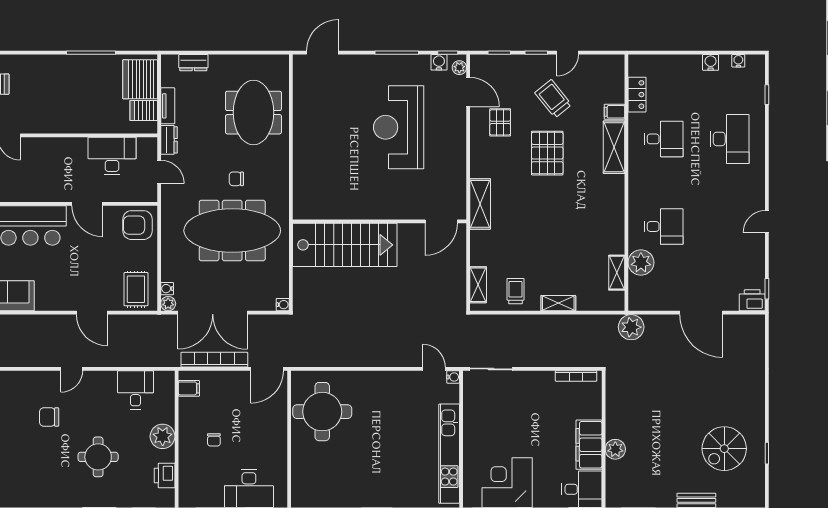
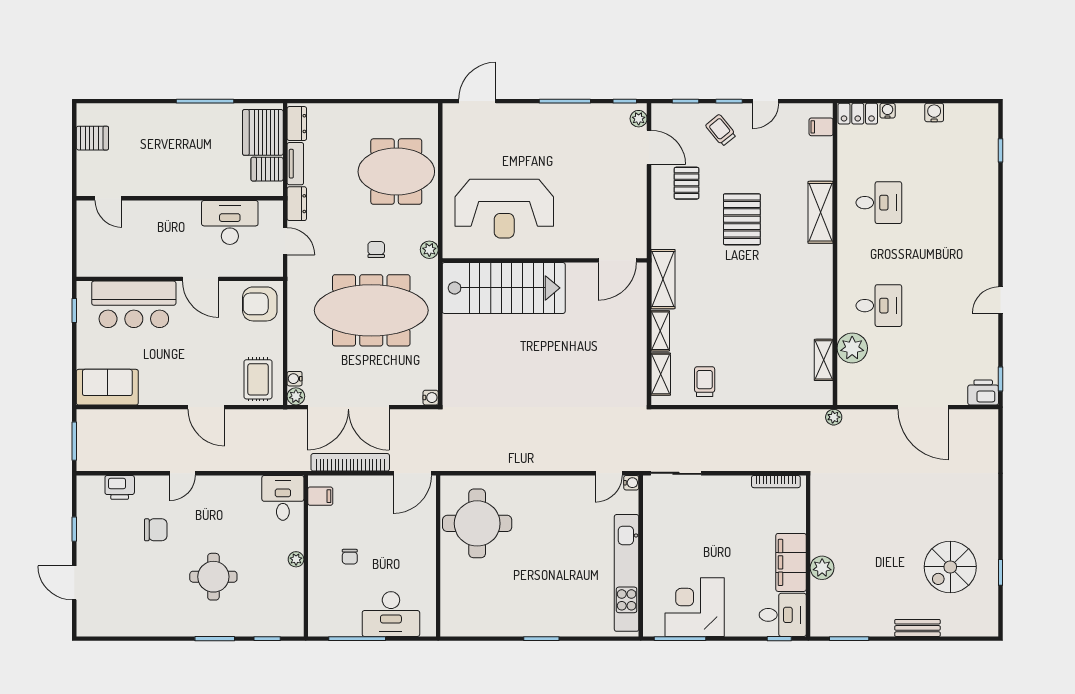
water cooler: (738, 61) -> (888, 111), moved
water cooler: (439, 62) -> (615, 112), removed
dresser: (193, 63) -> (297, 124), moved, turned -90
locker: (637, 95) -> (858, 114), moved, turned 90
trolley: (553, 99) -> (721, 130), moved, width x0.73, depth x0.72
filing cabinet: (614, 112) -> (821, 127), moved
meeting table: (253, 113) -> (396, 172), turned 90
reception desk: (399, 127) -> (504, 209), moved, turned -90
desk: (730, 139) -> (957, 203), removed
chair: (236, 179) -> (376, 250), turned 90
plant: (282, 179) -> (429, 250), added
wall: (380, 221) -> (545, 260), moved
door: (441, 221) -> (617, 260), moved
stairs: (345, 245) -> (504, 288), moved
shelving: (558, 303) -> (660, 331), moved, turned 90
plant: (631, 327) -> (834, 417), width x0.53, depth x0.53
door: (434, 369) -> (609, 473), swing flipped
desk: (135, 390) -> (283, 498), moved
chair: (49, 417) -> (156, 530), turned 180
plant: (163, 436) -> (296, 559), width x0.53, depth x0.53
printer: (165, 475) -> (120, 487), moved, turned -90

